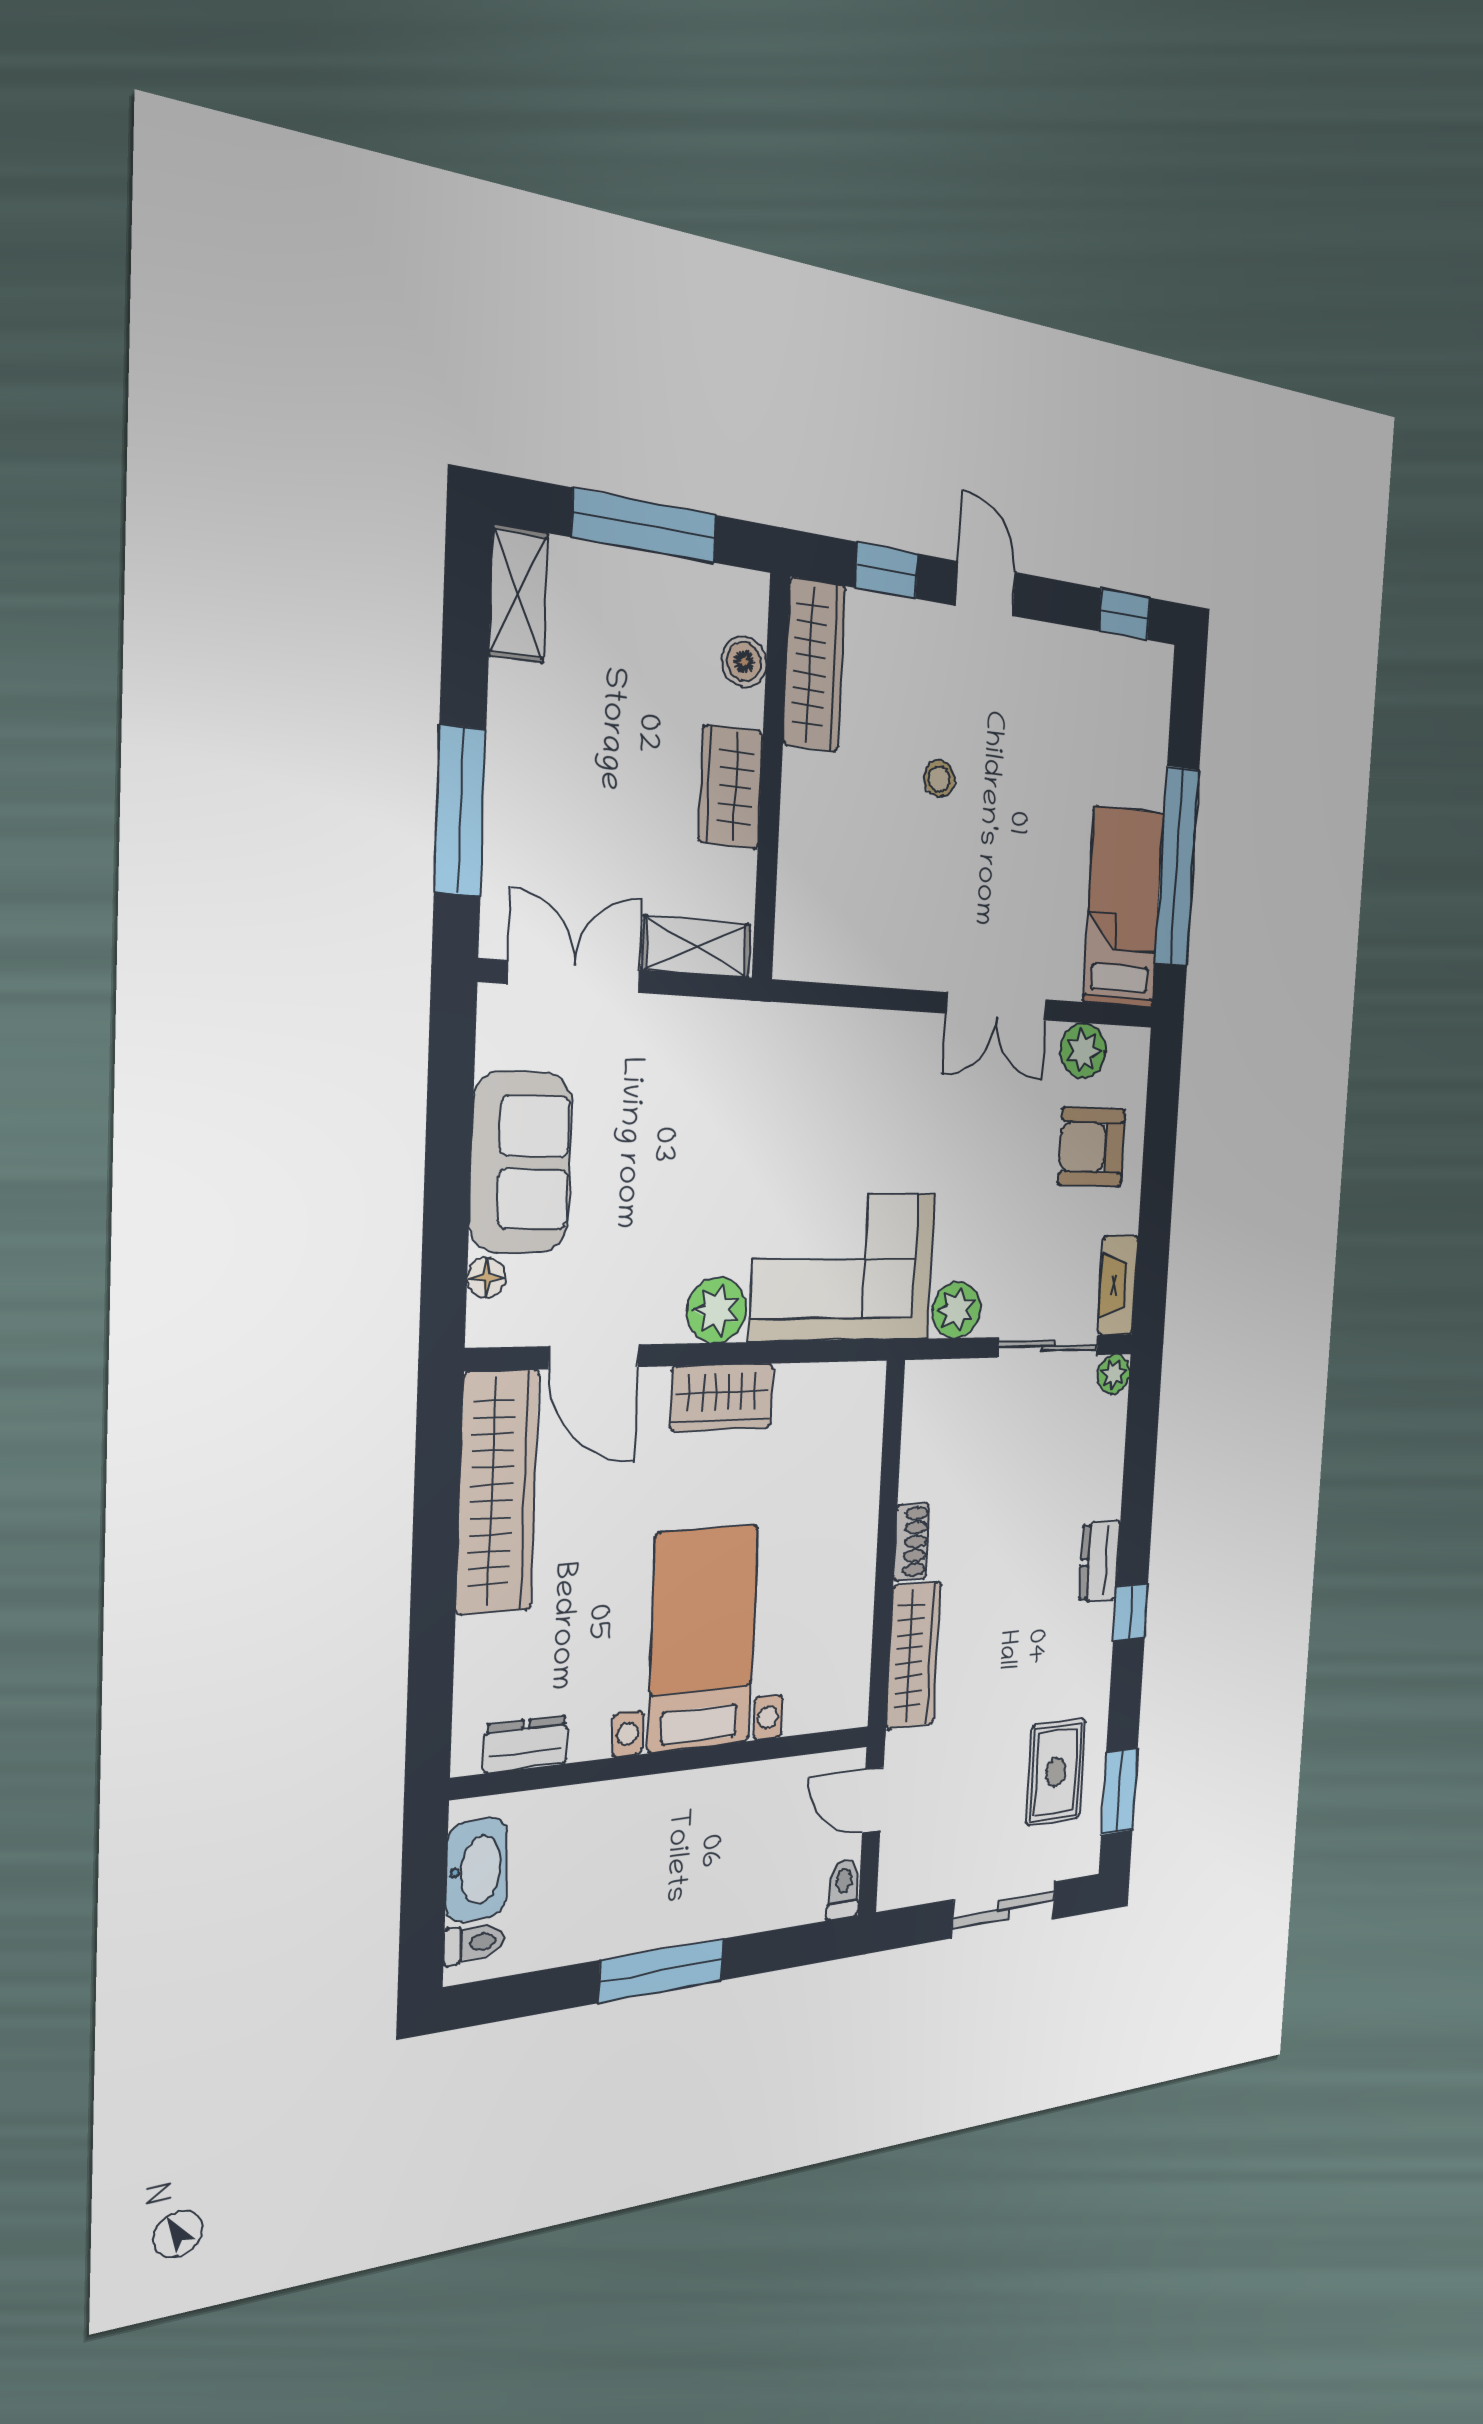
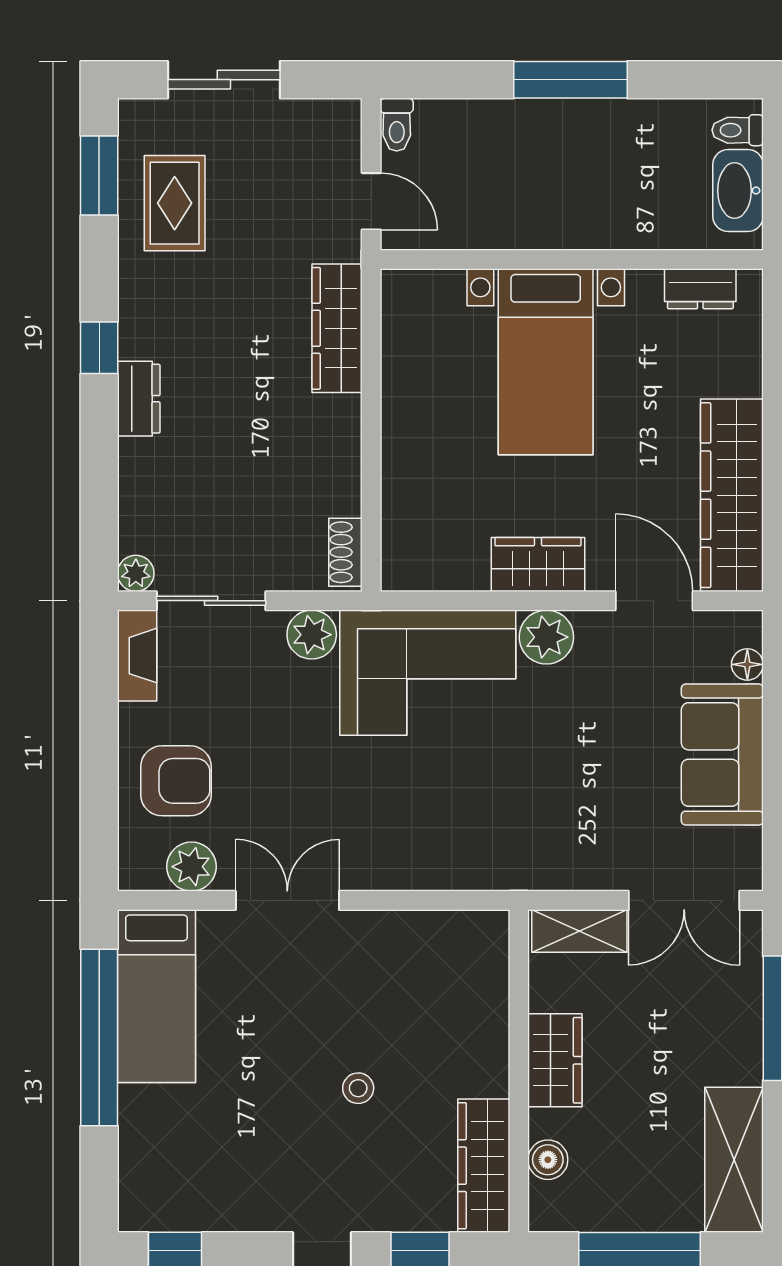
shelving: (518, 594) -> (734, 1160), width x1.50, depth x1.33
shoe rack: (911, 1542) -> (345, 552), moved

